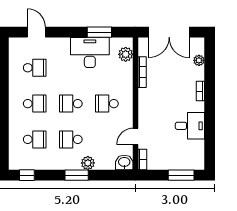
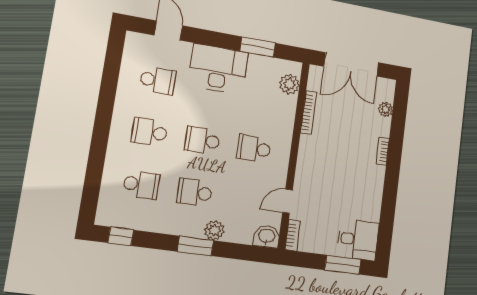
desk: (90, 53) -> (218, 69), moved
school desk: (35, 104) -> (150, 132), turned 180
desk: (190, 126) -> (358, 240), moved

